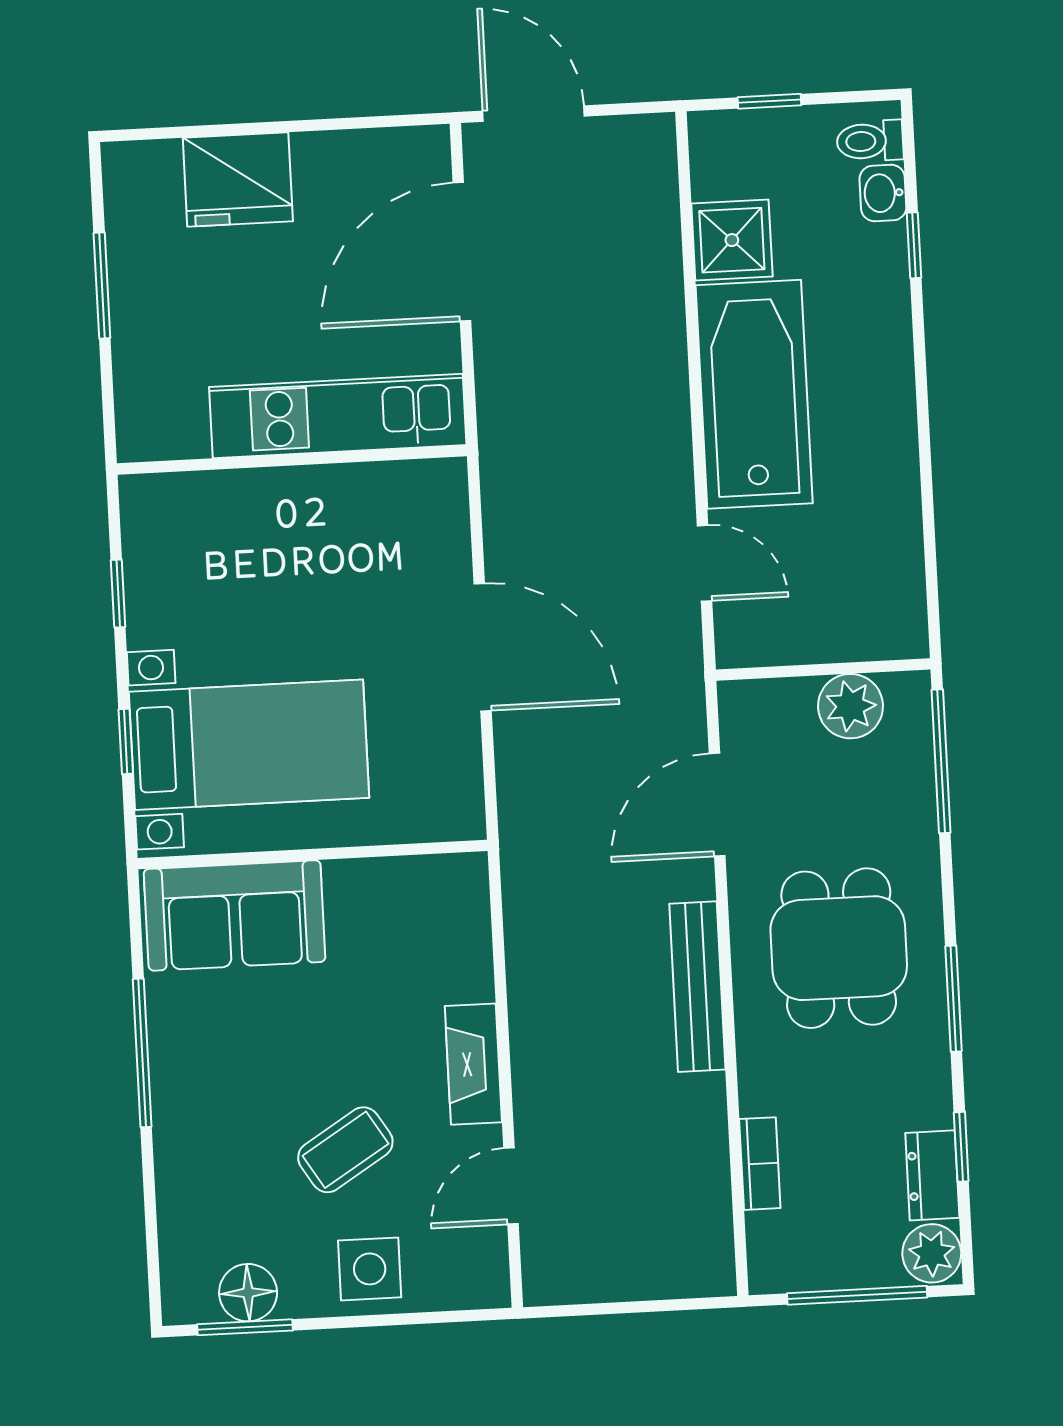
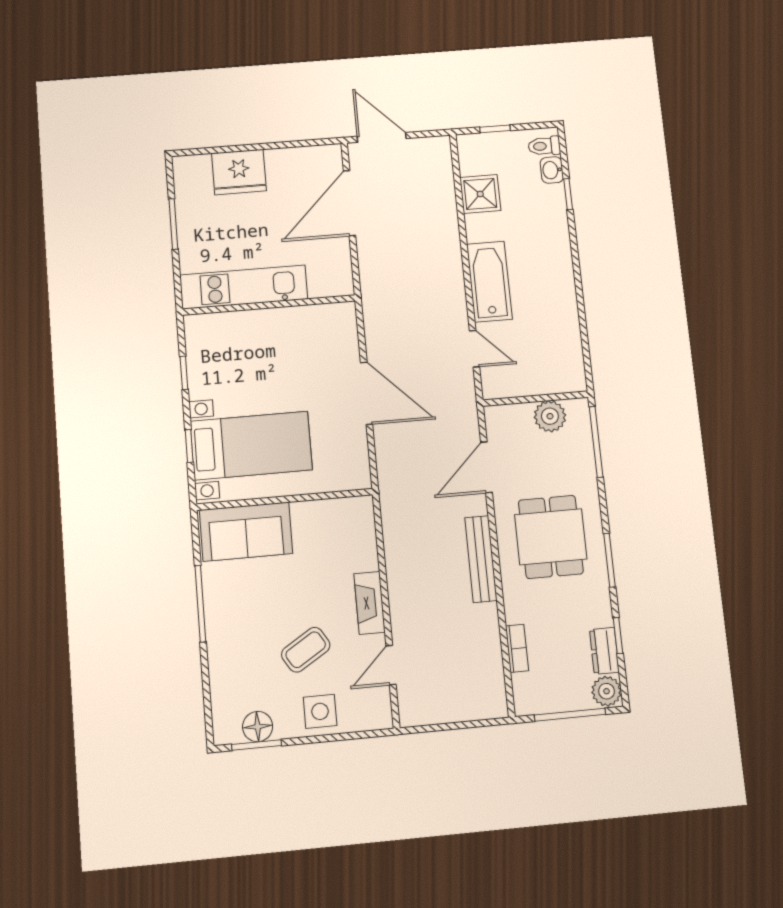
bathtub: (754, 394) -> (489, 282), width x0.73, depth x0.73
kitchen unit: (338, 416) -> (244, 287), moved

